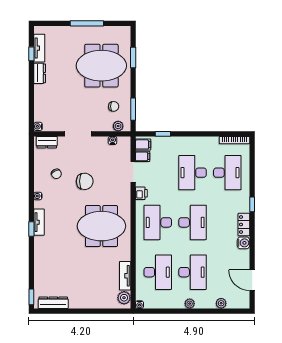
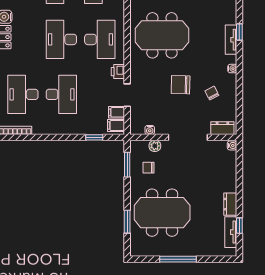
plant: (118, 126) -> (155, 146), moved
doorway: (78, 134) -> (188, 137), width x1.36

